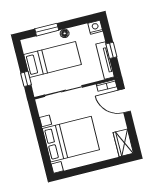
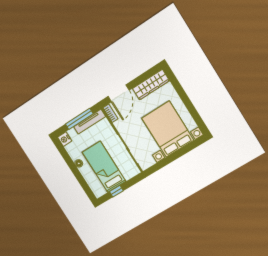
window: (47, 30) -> (81, 179), removed
window: (111, 50) -> (79, 119), width x2.17
window: (26, 79) -> (116, 191), moved
wardrobe: (123, 143) -> (151, 85), width x1.50

